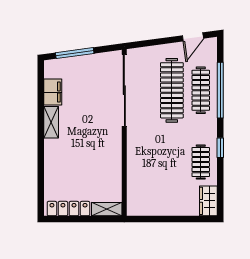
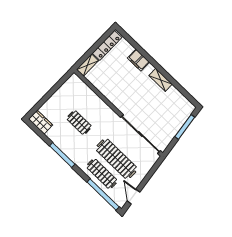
window: (220, 90) -> (103, 195), moved
filing cabinet: (53, 92) -> (139, 60), moved
window: (220, 148) -> (62, 155), width x2.17
clothes rail: (201, 162) -> (79, 123), moved

